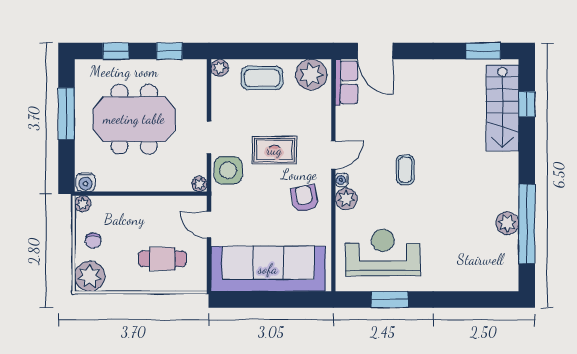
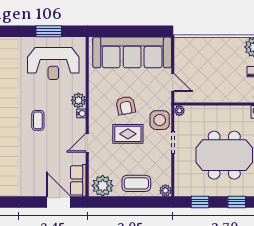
door: (333, 155) -> (87, 143), moved
armchair: (304, 198) -> (126, 106), moved
cafe table: (162, 259) -> (205, 59), removed

